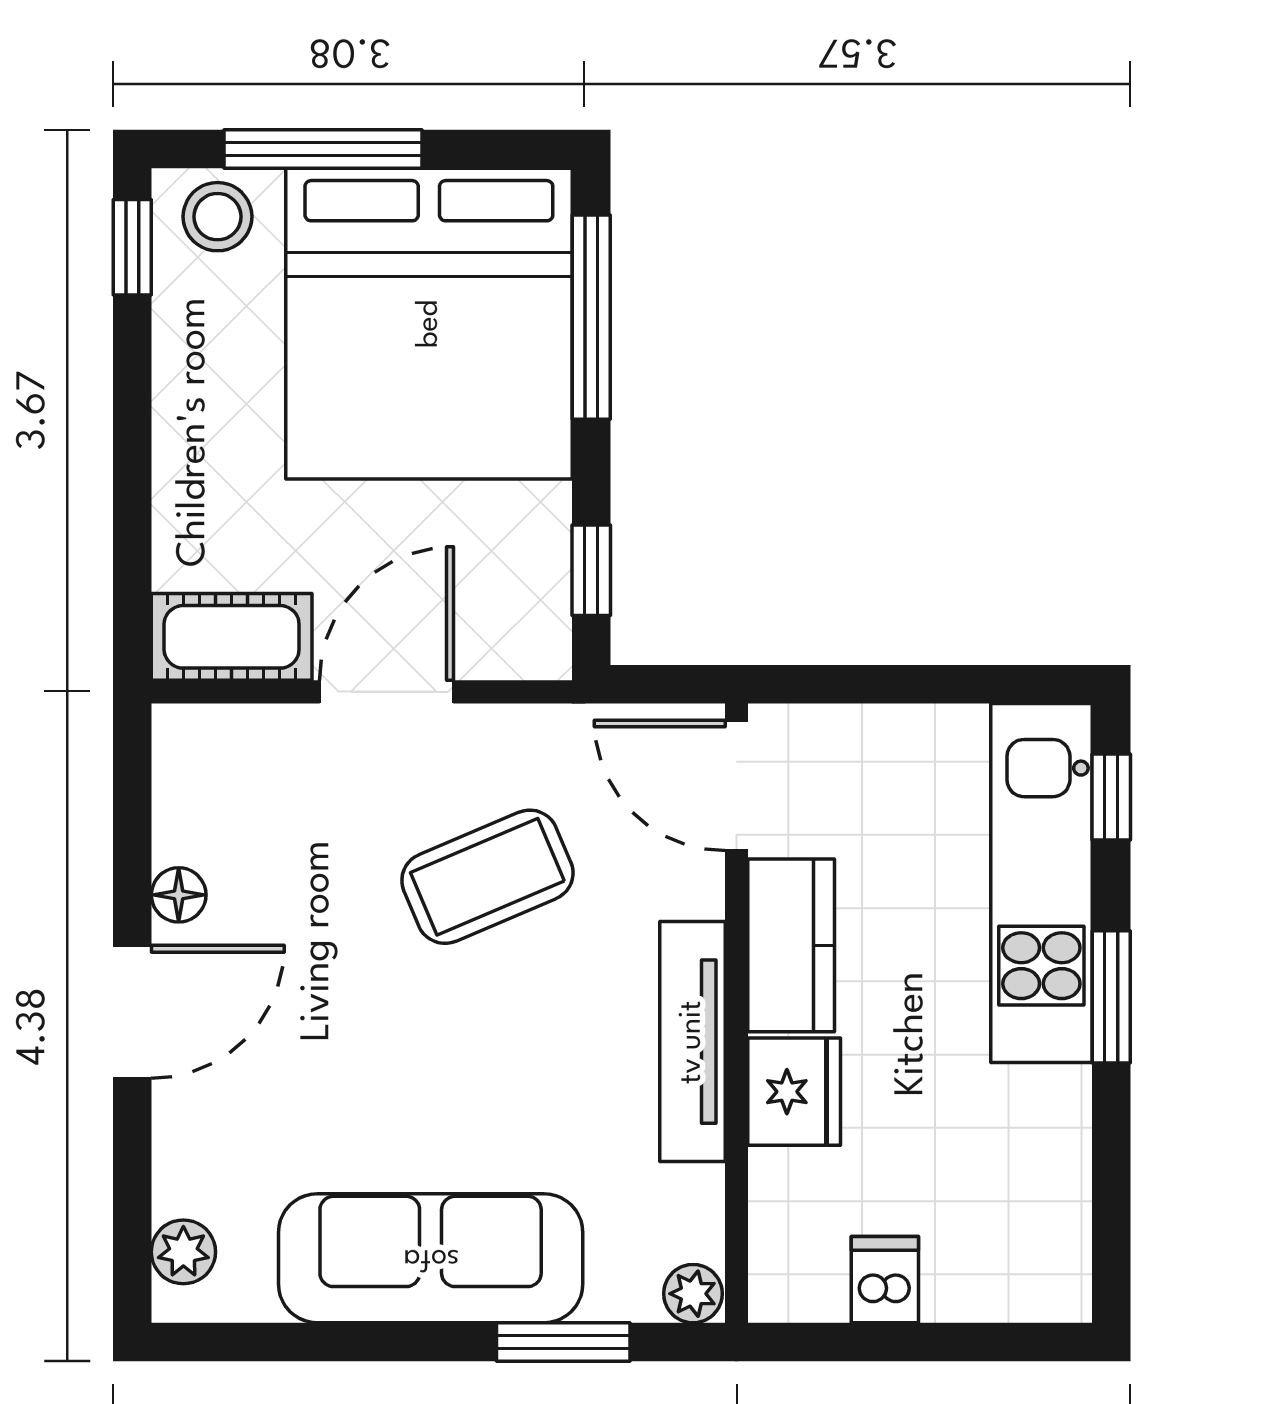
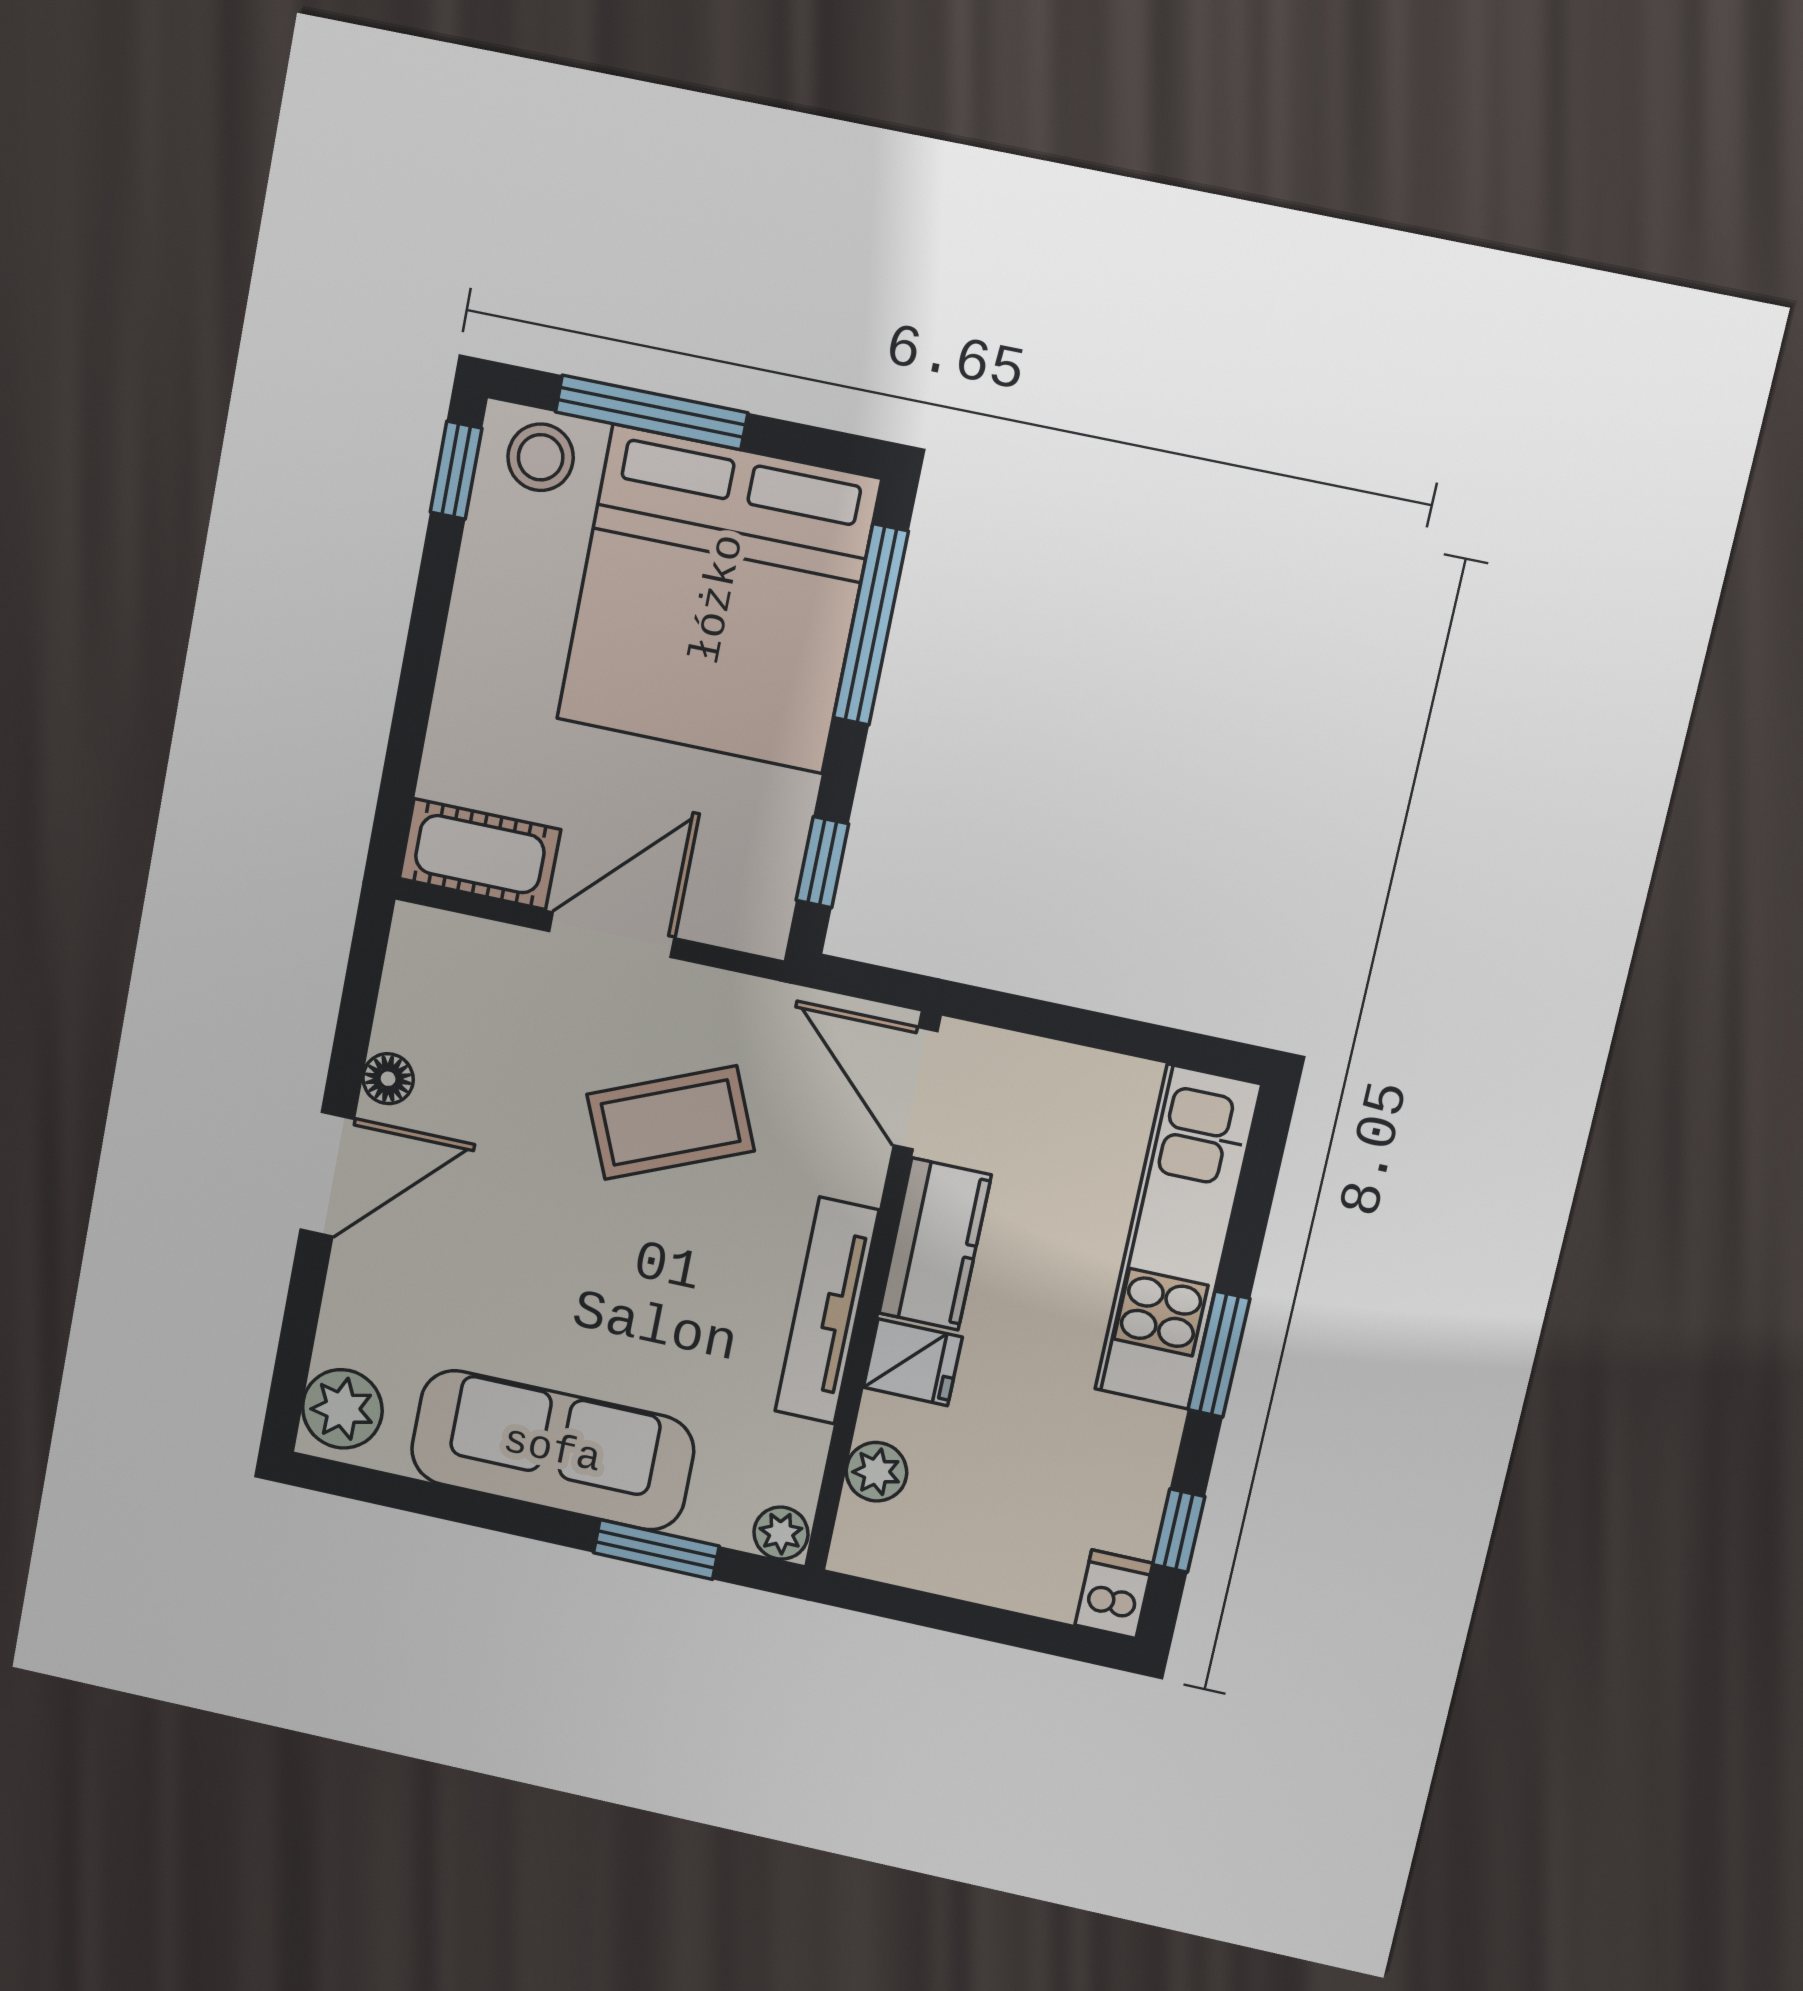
window: (1111, 797) -> (1179, 1531), moved
fridge: (794, 1092) -> (913, 1362), width x0.72
plant: (781, 1204) -> (876, 1472), added
plant: (183, 1252) -> (342, 1409), width x1.38, depth x1.38
dishwasher: (885, 1280) -> (1114, 1594), moved

